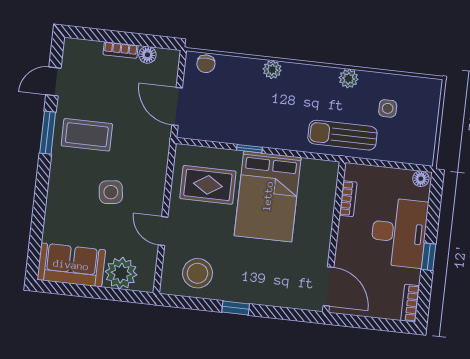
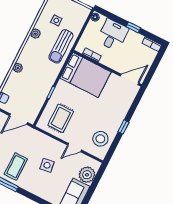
bed: (268, 196) -> (85, 75), moved
desk: (399, 233) -> (113, 35), width x0.73

